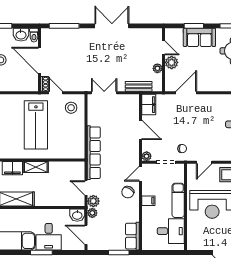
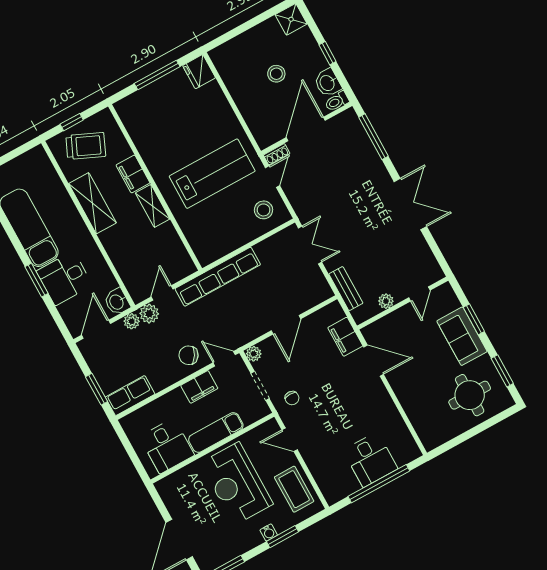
plant: (172, 62) -> (405, 316), removed
filing cabinet: (149, 105) -> (345, 337), moved, turned 90
lab bench: (36, 125) -> (212, 174), turned 180
filing cabinet: (148, 201) -> (199, 387), width x2.00

